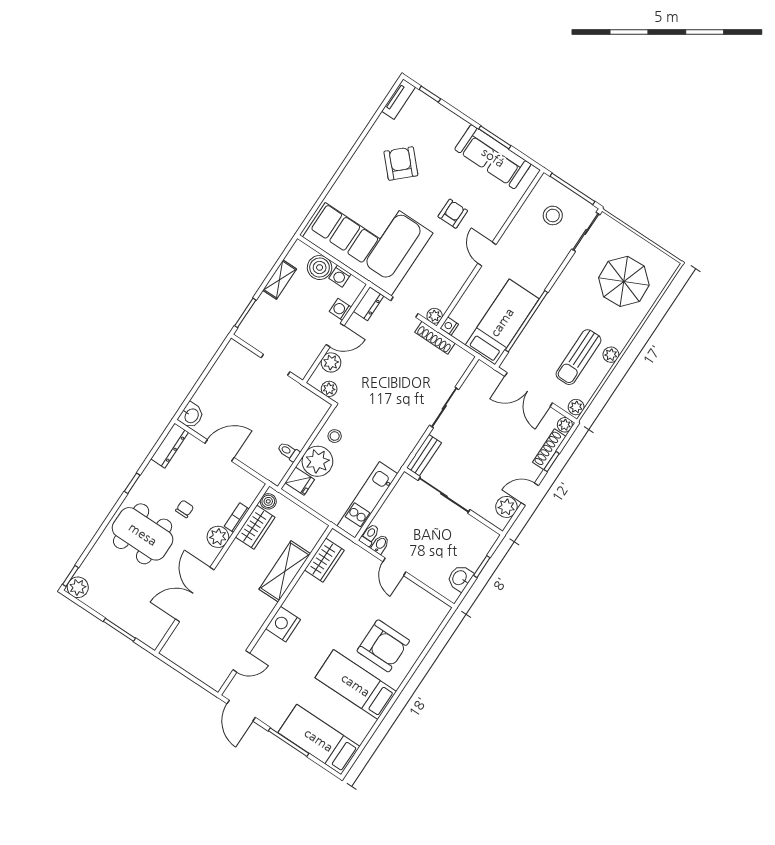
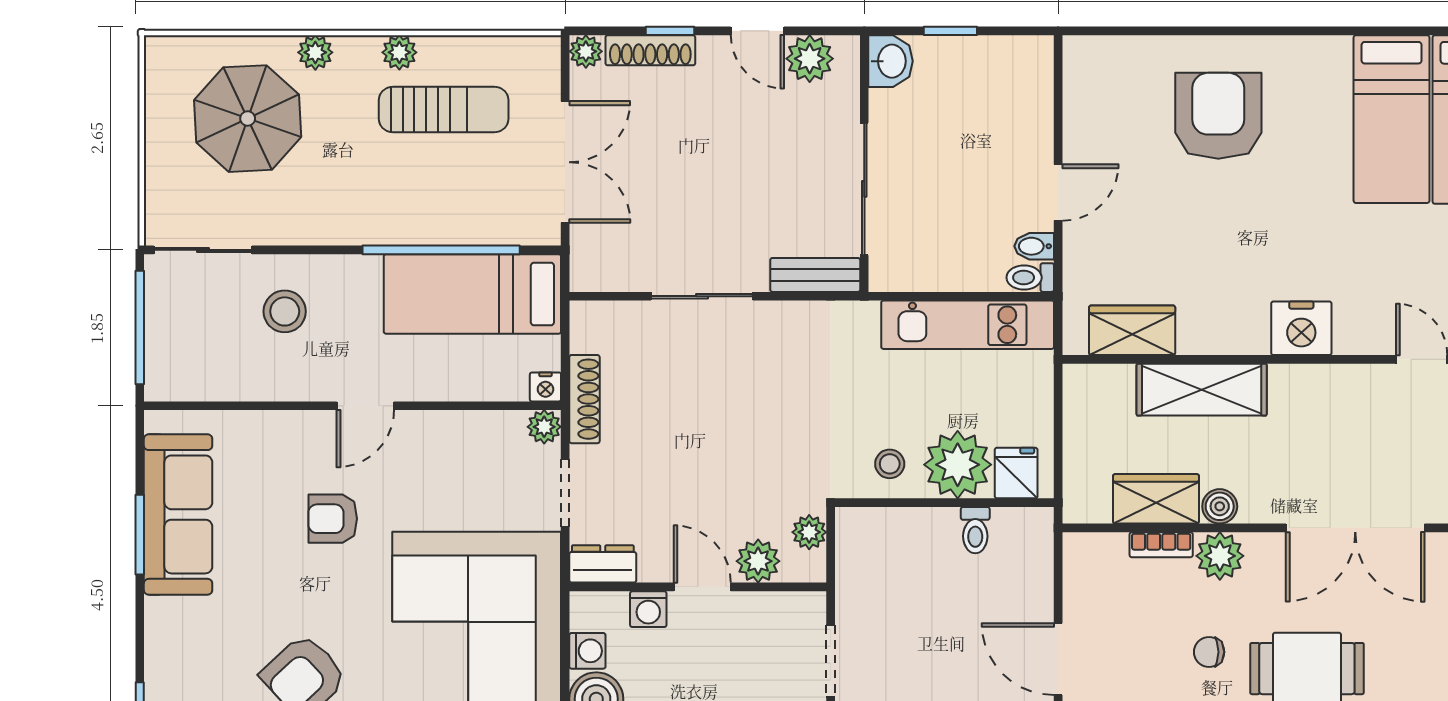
stool: (553, 215) -> (285, 311), moved
plant: (576, 407) -> (315, 52), moved
boiler: (268, 501) -> (1220, 506), moved
washbasin: (460, 578) -> (891, 61), moved, turned -90
bed: (356, 685) -> (1392, 119), moved

